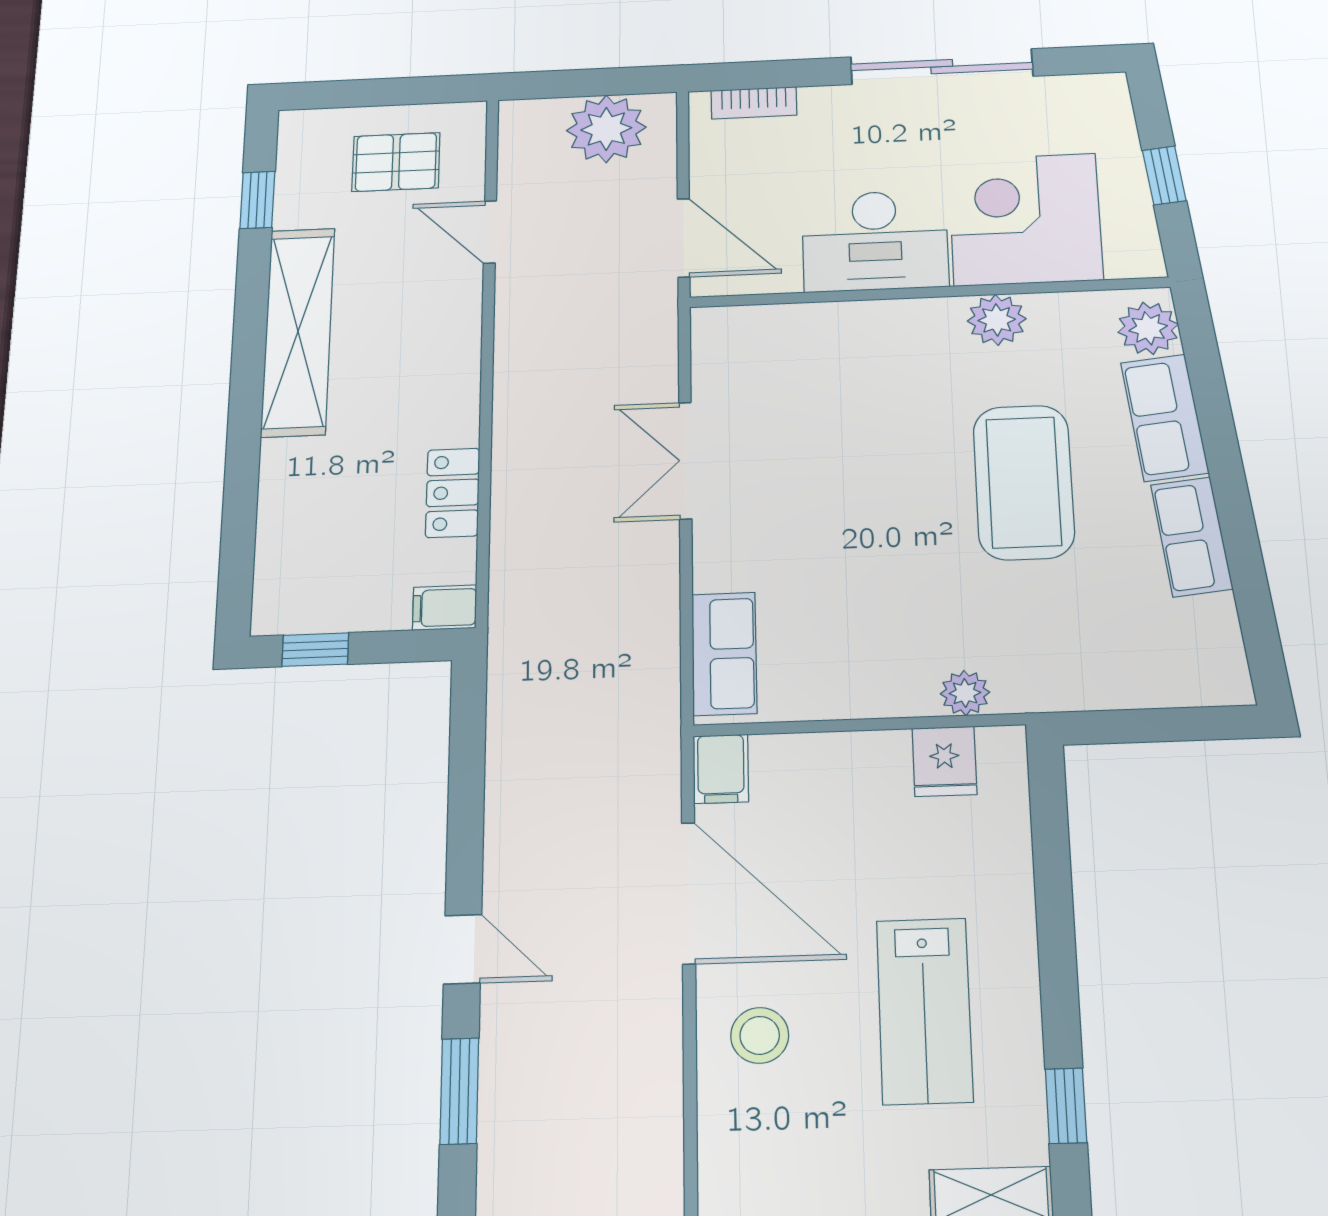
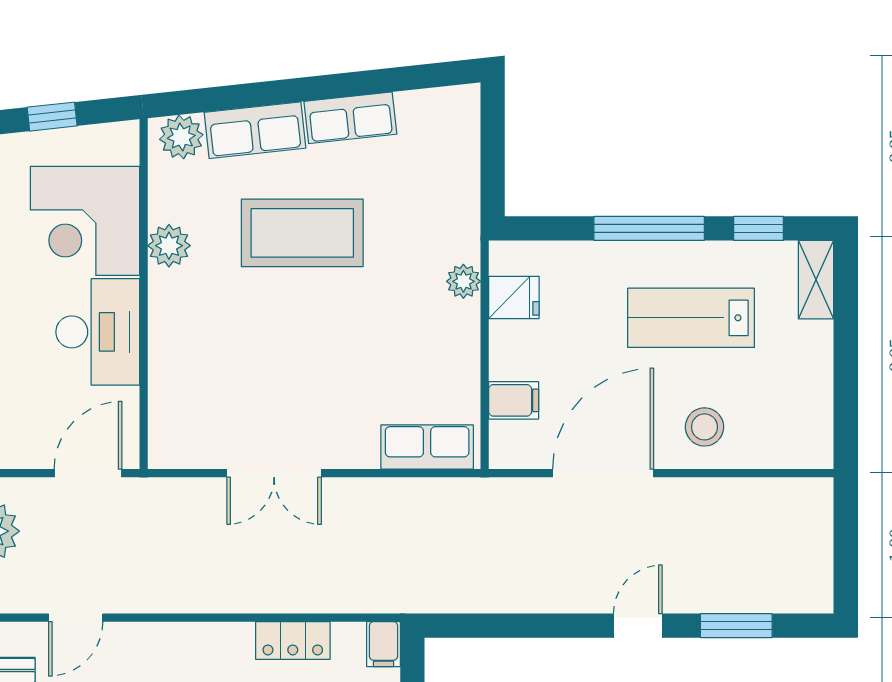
filing cabinet: (721, 769) -> (514, 400), moved
window: (1057, 946) -> (649, 228), added
lab bench: (924, 1011) -> (691, 318), turned 180

